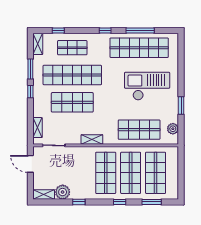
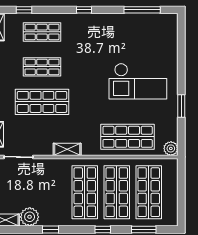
window: (140, 30) -> (142, 10), moved
shop shelf: (139, 48) -> (128, 32), removed
shop shelf: (72, 75) -> (42, 67), width x0.50, depth x0.74
checkout: (147, 86) -> (138, 81), turned 180
plant: (173, 129) -> (171, 148), moved

